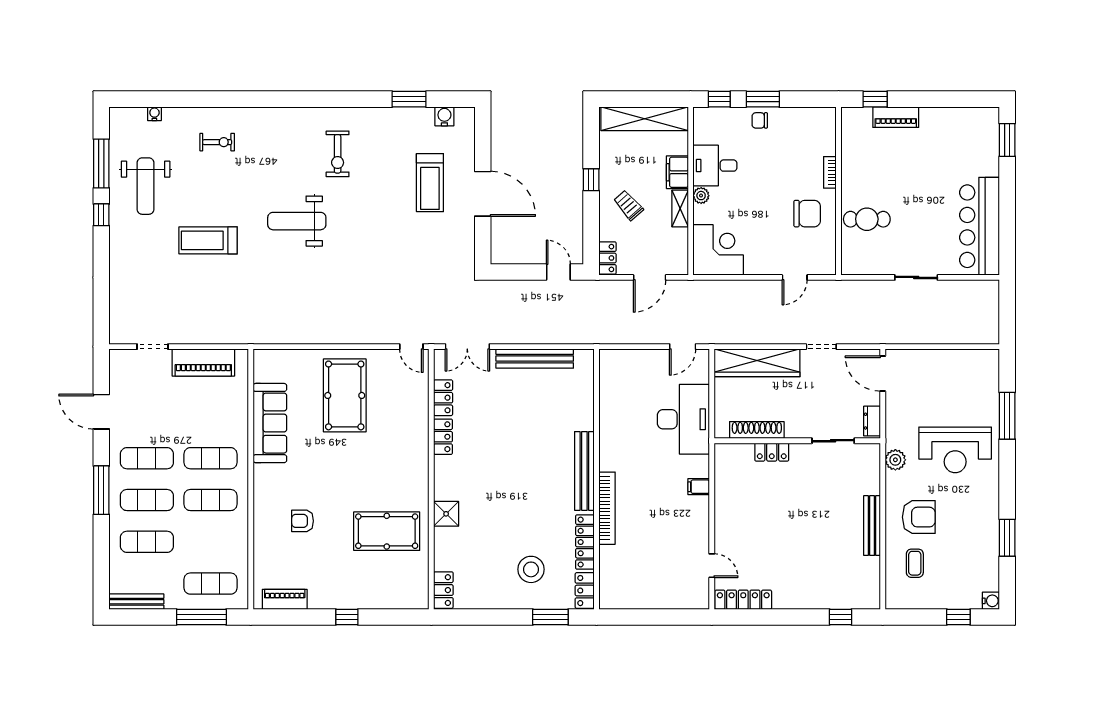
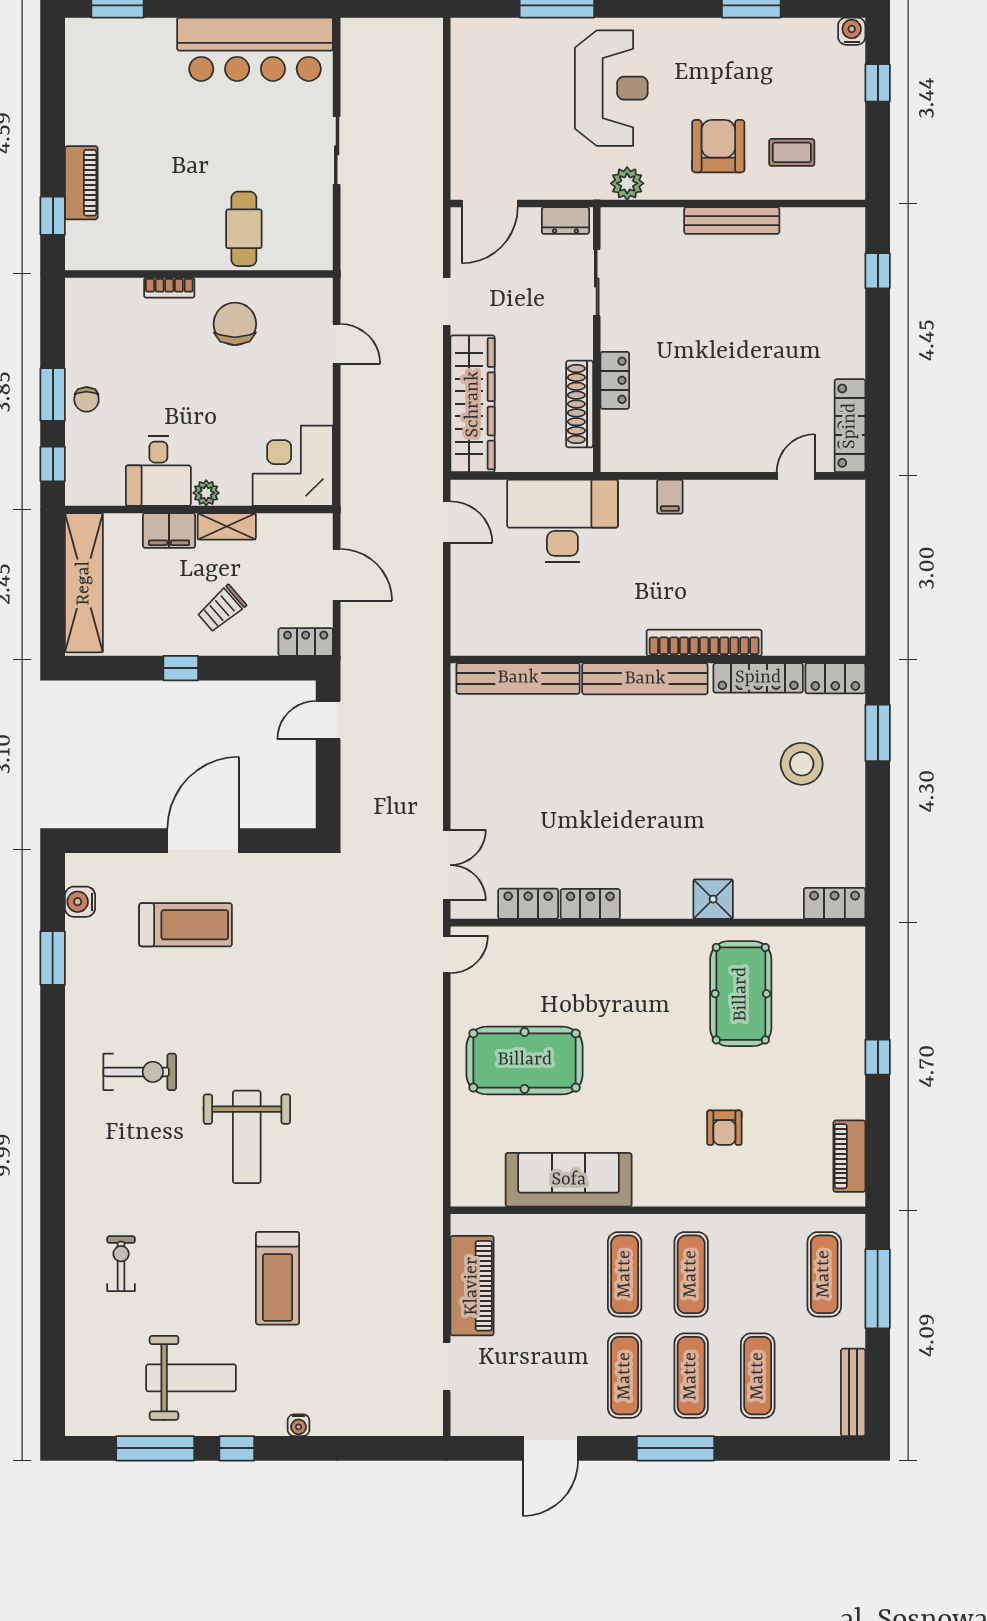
water cooler: (154, 114) -> (299, 1425), moved, turned -90
bench: (535, 359) -> (518, 678), moved, turned 90

